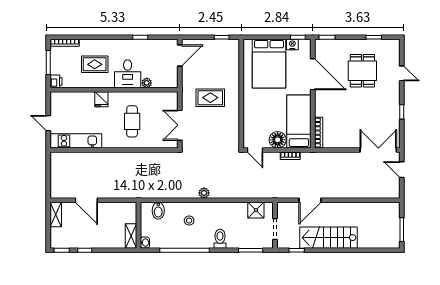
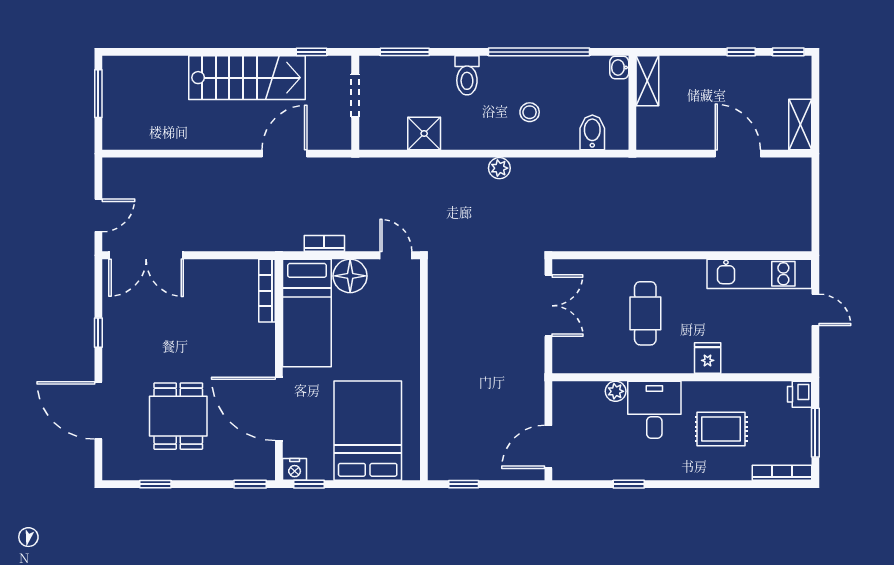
nightstand: (292, 44) -> (295, 469), moved
door: (402, 73) -> (98, 410), width x1.87
rug: (210, 98) -> (487, 361), removed
door: (402, 170) -> (98, 215), hinge flipped
shower: (256, 210) -> (424, 133), moved

